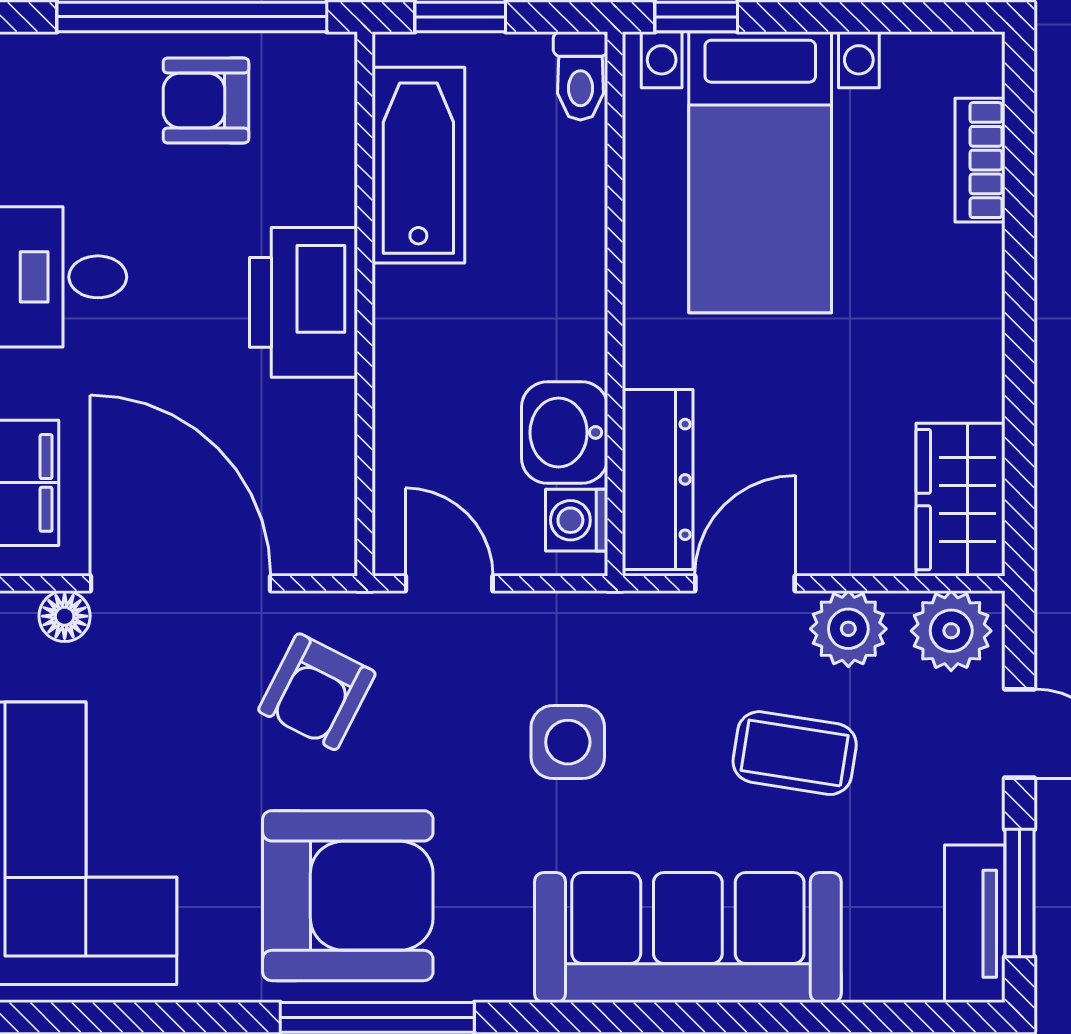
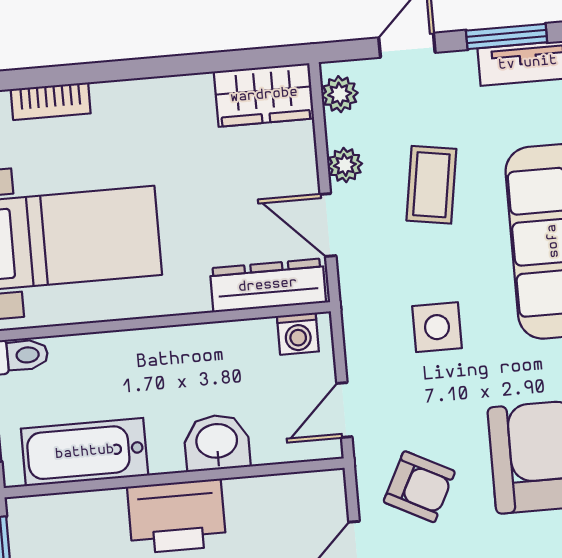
washbasin: (565, 432) -> (217, 442), moved, turned 180
plant: (848, 629) -> (345, 165), width x0.73, depth x0.73
plant: (951, 631) -> (340, 94), width x0.73, depth x0.73

